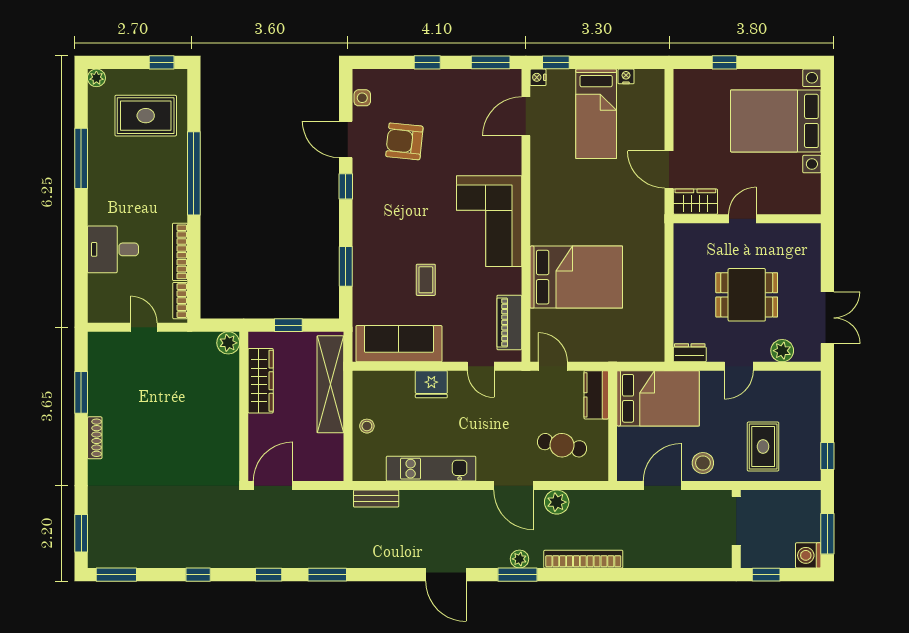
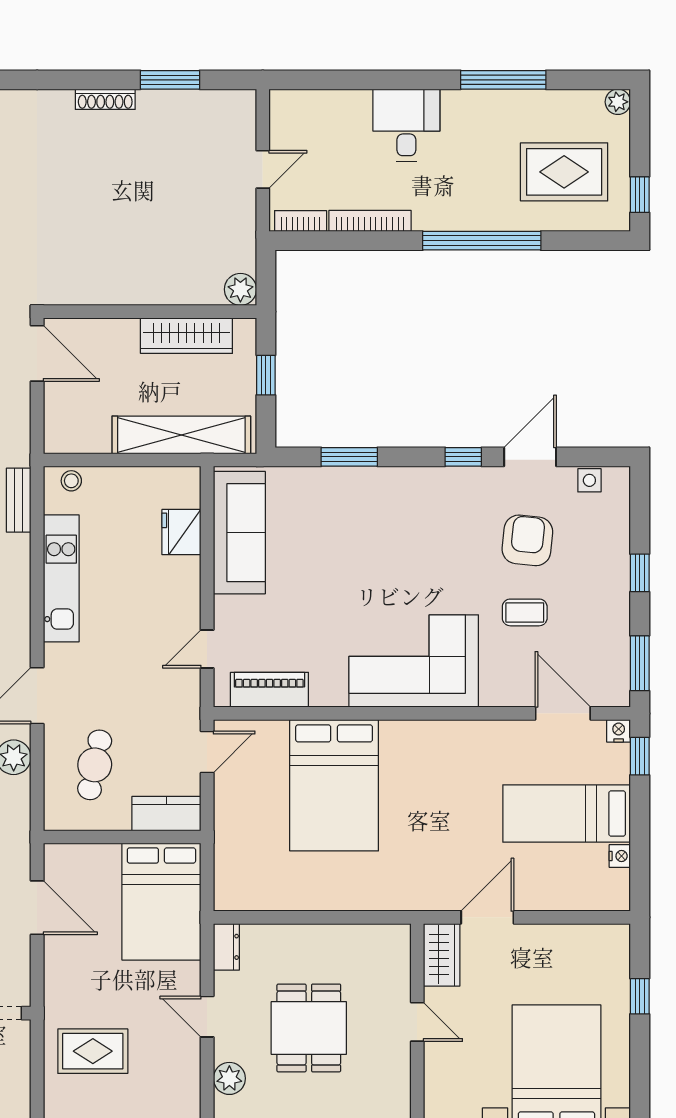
rug: (146, 116) -> (564, 172), turned 90
desk: (113, 249) -> (406, 125), moved
coffee table: (426, 280) -> (525, 612), moved
fridge: (431, 384) -> (181, 532), moved
stool: (367, 426) -> (71, 481), moved
stool: (703, 463) -> (69, 966), removed

